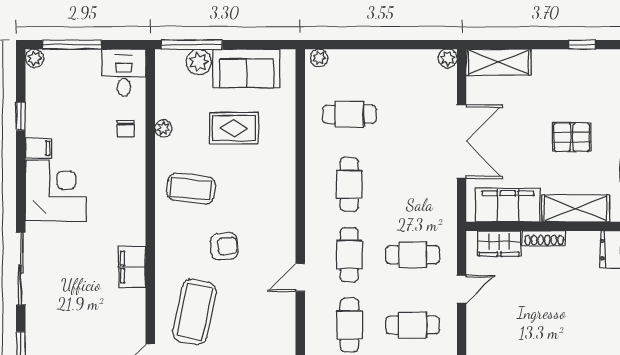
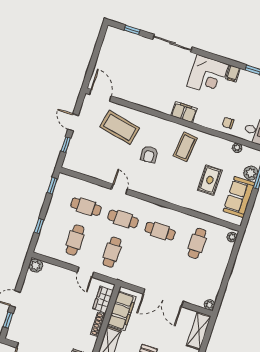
plant: (163, 128) -> (237, 148), moved
filing cabinet: (132, 267) -> (184, 112), moved

